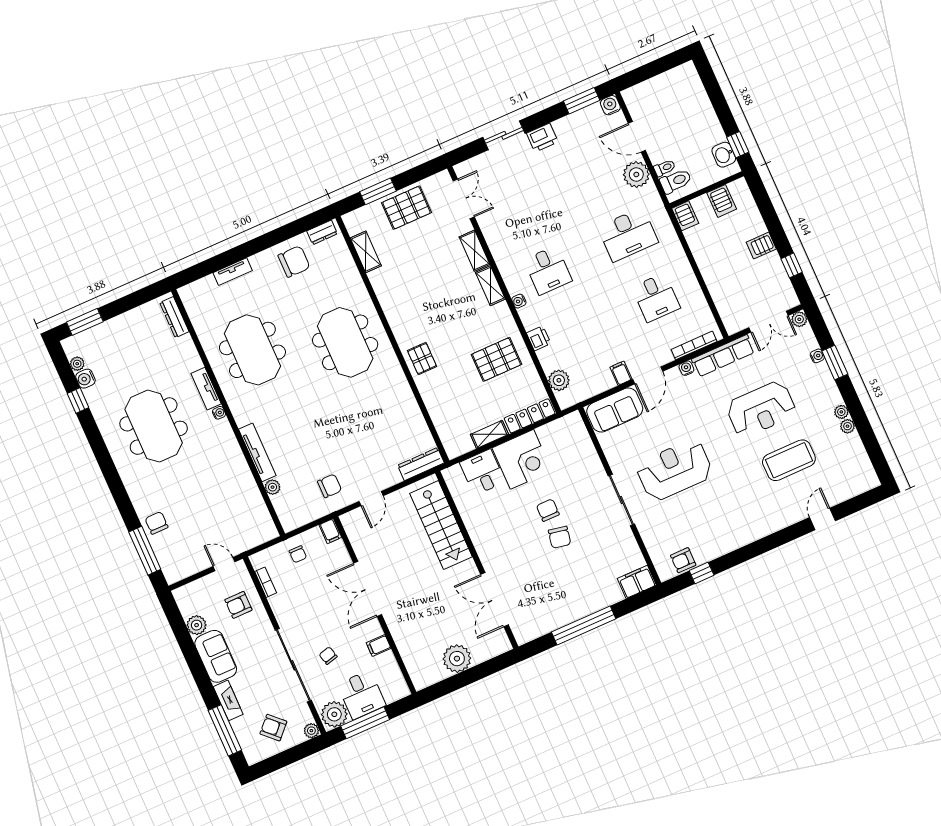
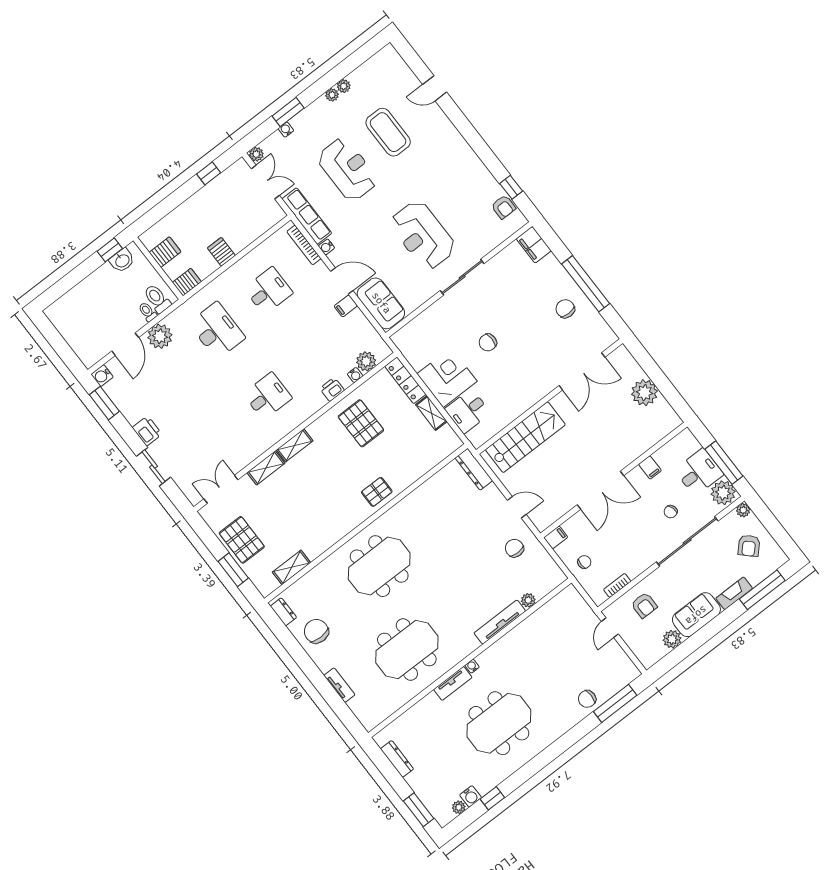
server rack: (761, 246) -> (221, 252), moved, turned 180
water cooler: (519, 301) -> (355, 375), moved
dresser: (174, 317) -> (397, 759), moved, turned -90
chair: (560, 537) -> (565, 309), moved, turned -101

